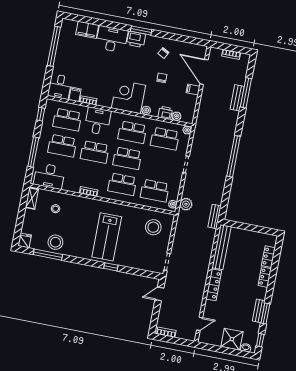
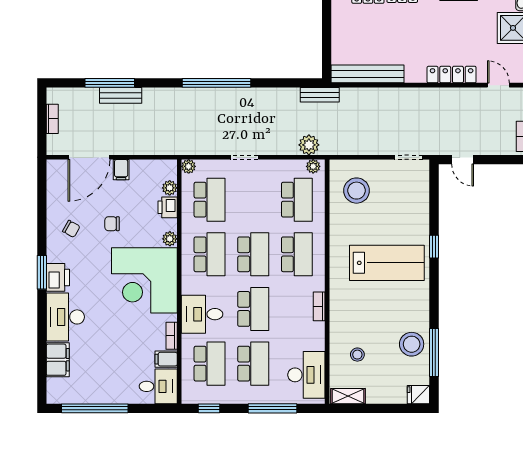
corner desk: (128, 97) -> (144, 280), width x1.36, depth x1.36
locker: (214, 285) -> (452, 75), moved

